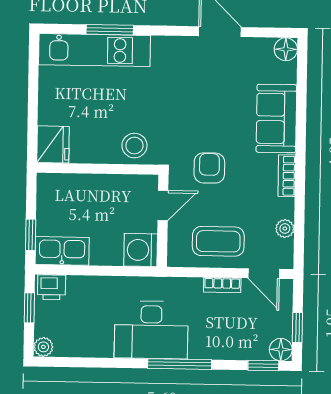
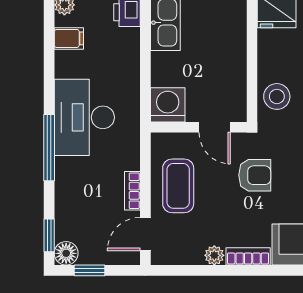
plant: (285, 229) -> (214, 255), moved
filing cabinet: (76, 343) -> (69, 38), added

